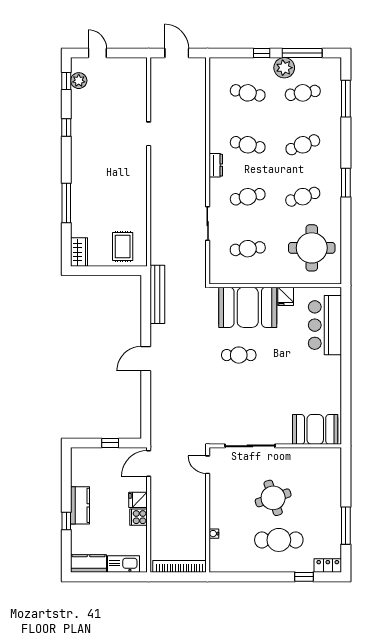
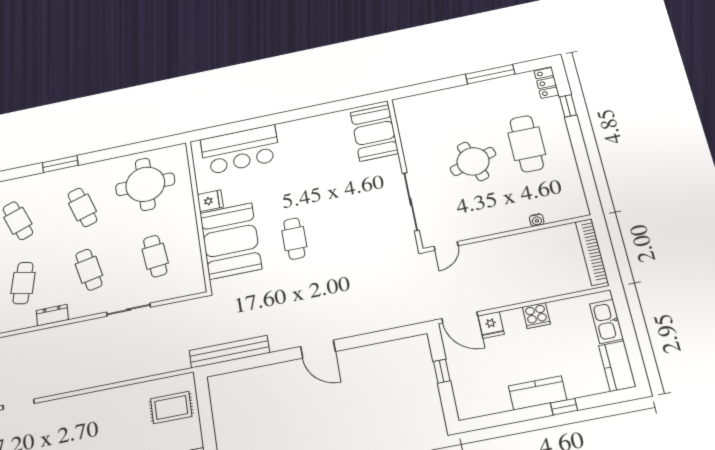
fridge: (138, 500) -> (491, 325), moved

